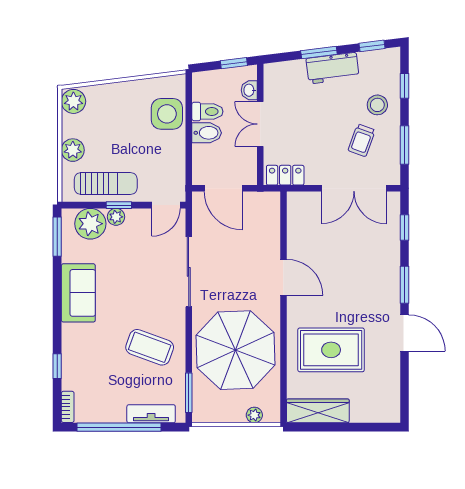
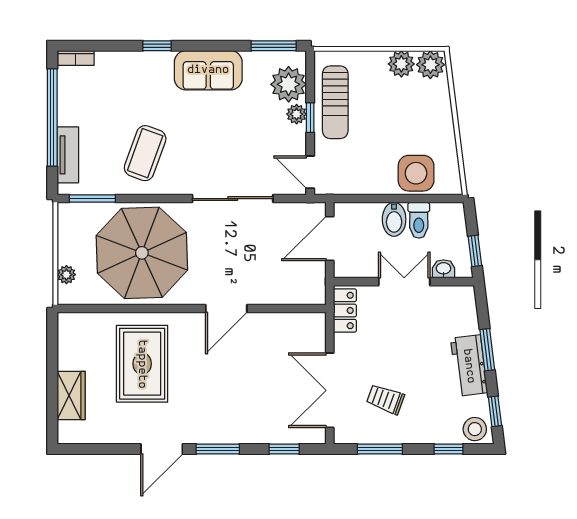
stool: (377, 105) -> (475, 429), moved
plant: (73, 150) -> (401, 64), moved
window: (57, 366) -> (157, 46), moved
wardrobe: (318, 411) -> (71, 395), moved, width x0.67

